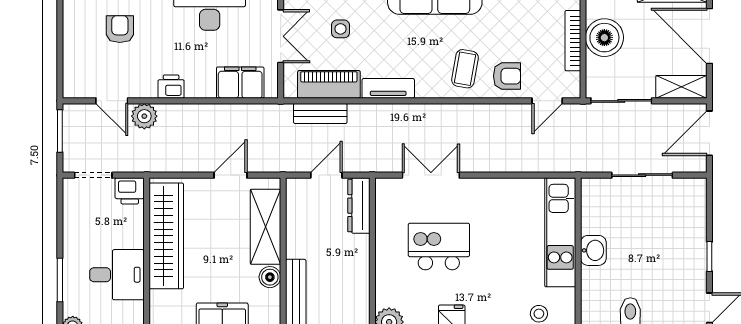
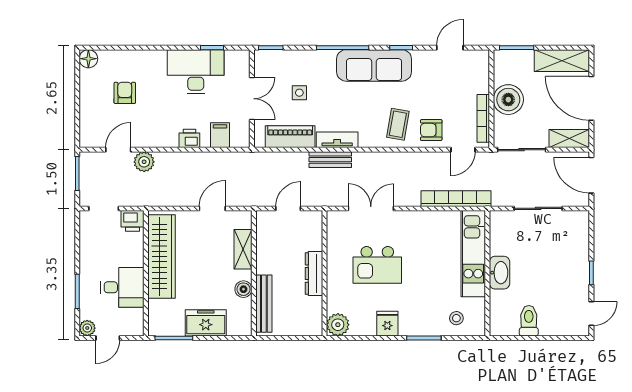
bookcase: (573, 41) -> (483, 118), moved
armchair: (507, 76) -> (431, 130), turned 180
filing cabinet: (240, 83) -> (220, 135), width x0.50
printer: (171, 87) -> (189, 138), moved
door: (112, 101) -> (118, 150), swing flipped
bench: (320, 113) -> (330, 160), moved
door: (709, 133) -> (591, 175), hinge flipped
bookcase: (538, 163) -> (456, 199), added
dresser: (359, 206) -> (314, 274), moved
shelving: (265, 227) -> (243, 249), width x0.67, depth x0.75
kitchen island: (439, 246) -> (377, 265), turned 180
washbasin: (593, 250) -> (499, 273), width x1.38

